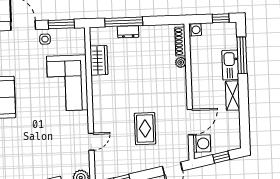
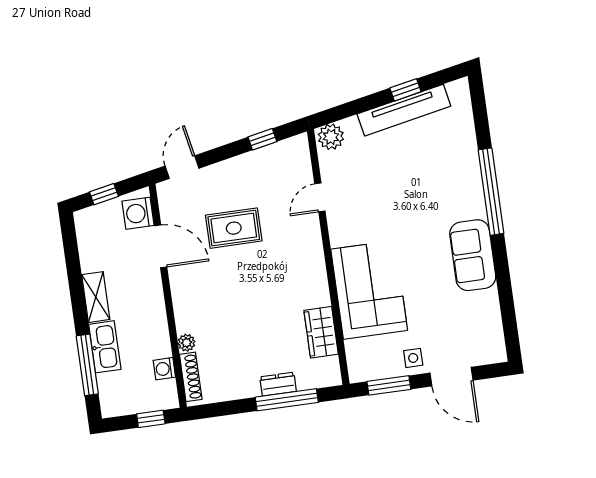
window: (221, 18) -> (151, 419), moved
washing machine: (195, 30) -> (164, 369), moved
door: (190, 122) -> (161, 246), swing flipped
rug: (145, 129) -> (234, 228), turned 90

